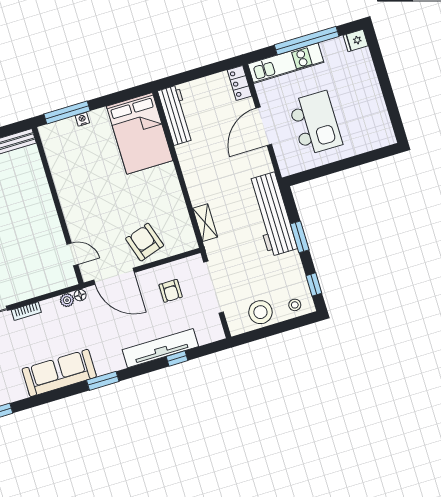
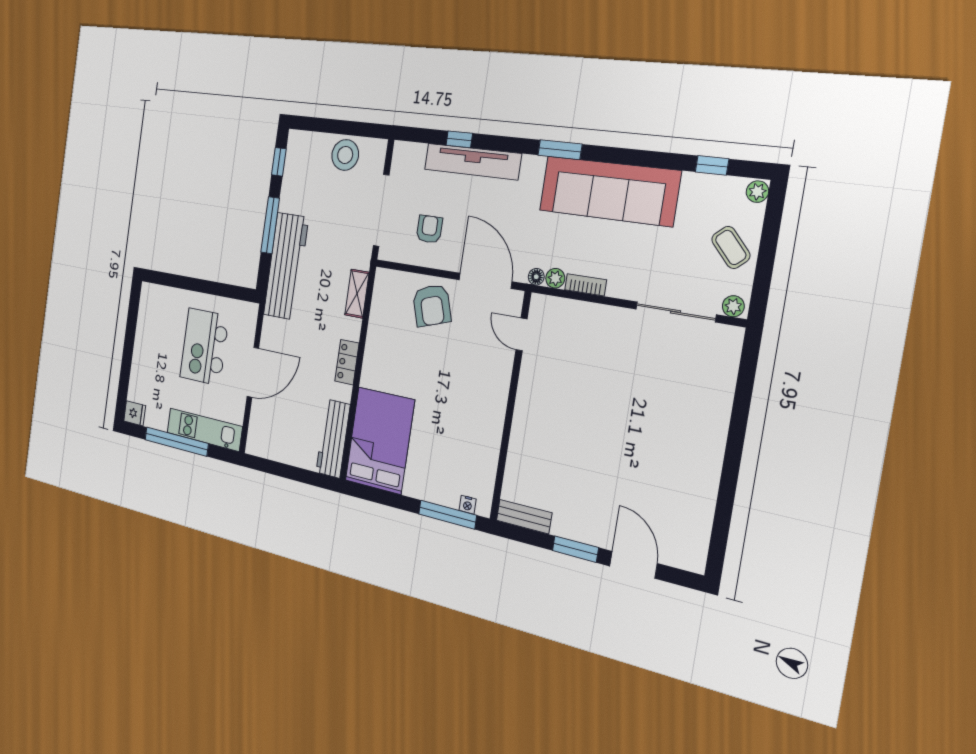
locker: (240, 83) -> (347, 362), moved, turned 180
nightstand: (82, 119) -> (468, 505), moved
window: (300, 237) -> (270, 225), width x1.44
stool: (295, 305) -> (307, 147), removed
bookcase: (26, 311) -> (586, 285), moved
sofa: (59, 373) -> (609, 191), width x1.36, depth x1.27

